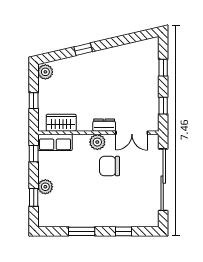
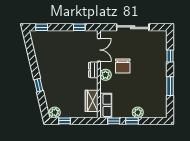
window: (163, 68) -> (42, 27), moved
window: (34, 101) -> (64, 121), moved
sliding door: (163, 180) -> (133, 27), width x0.73
window: (34, 197) -> (132, 121), moved

